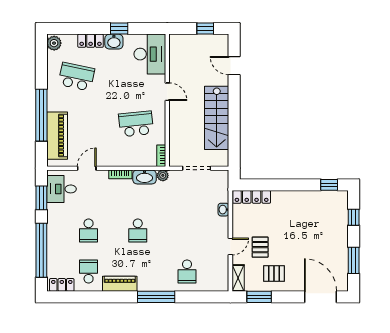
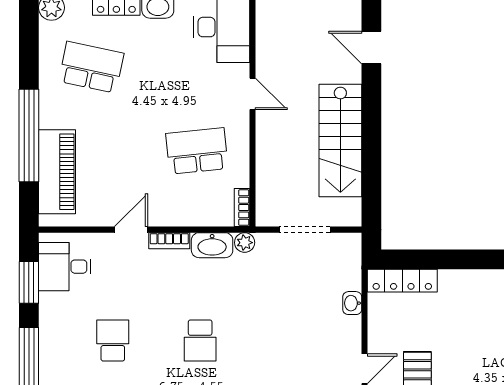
door: (87, 168) -> (131, 230), moved
school desk: (89, 231) -> (113, 340), turned 180

